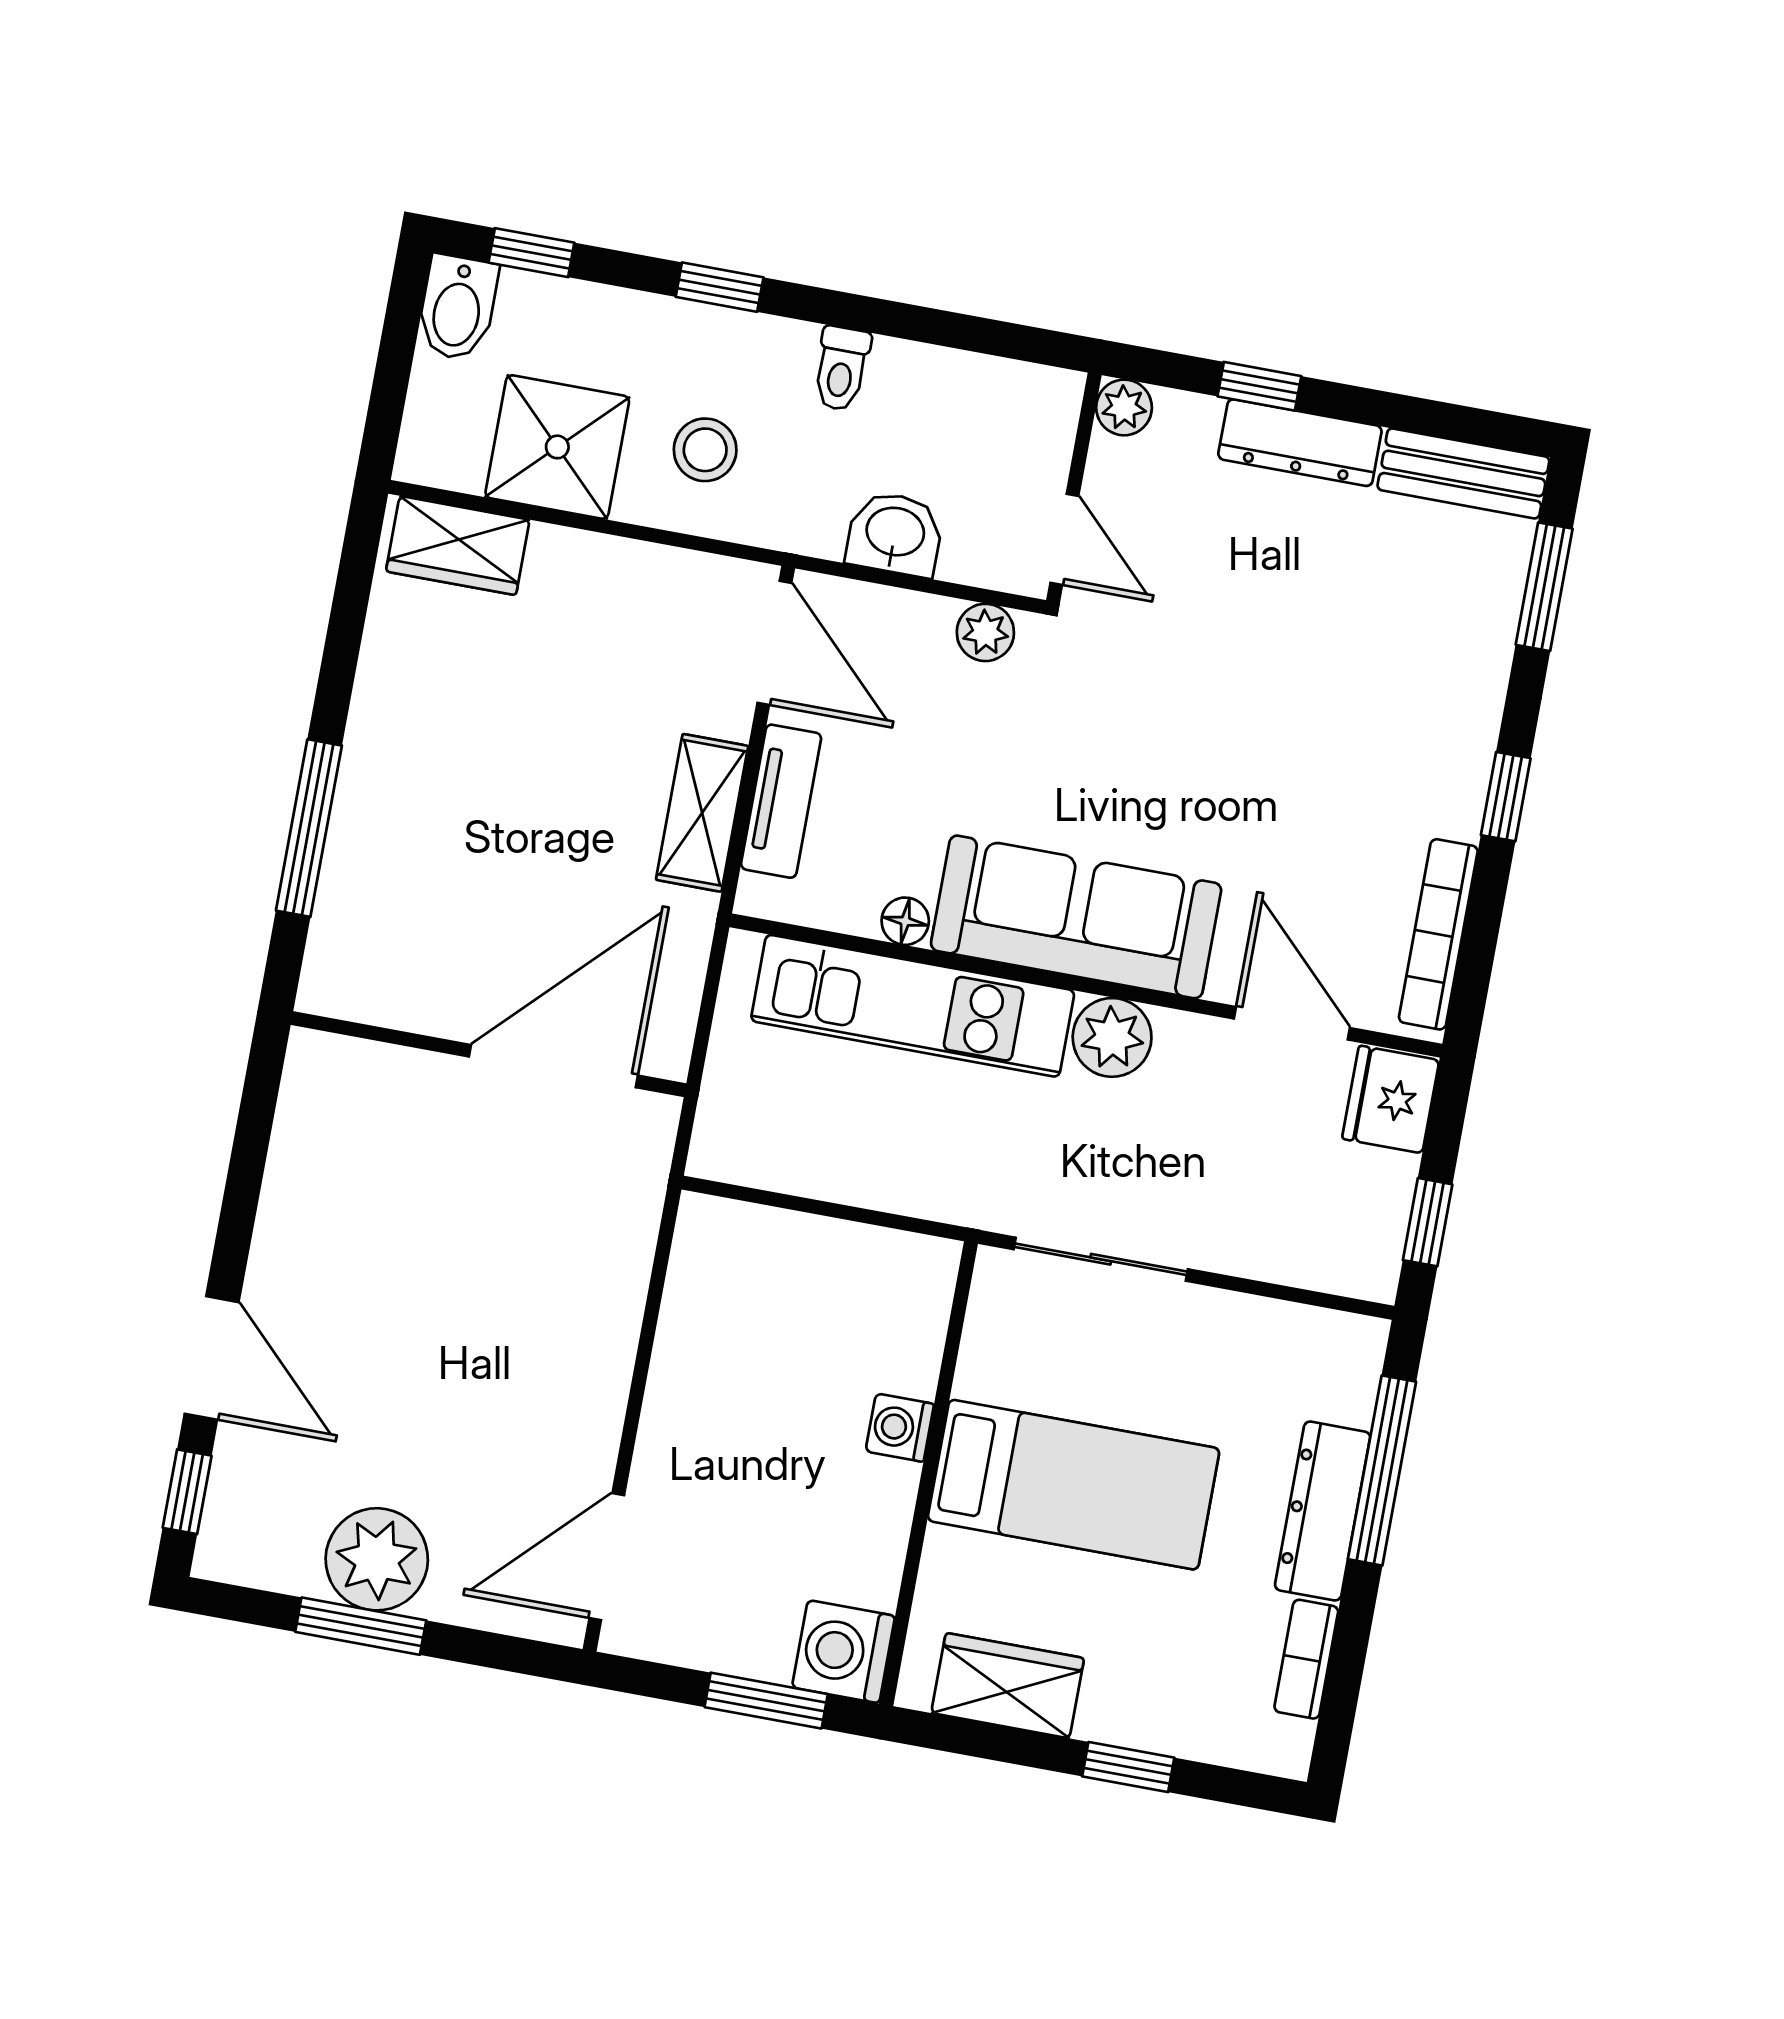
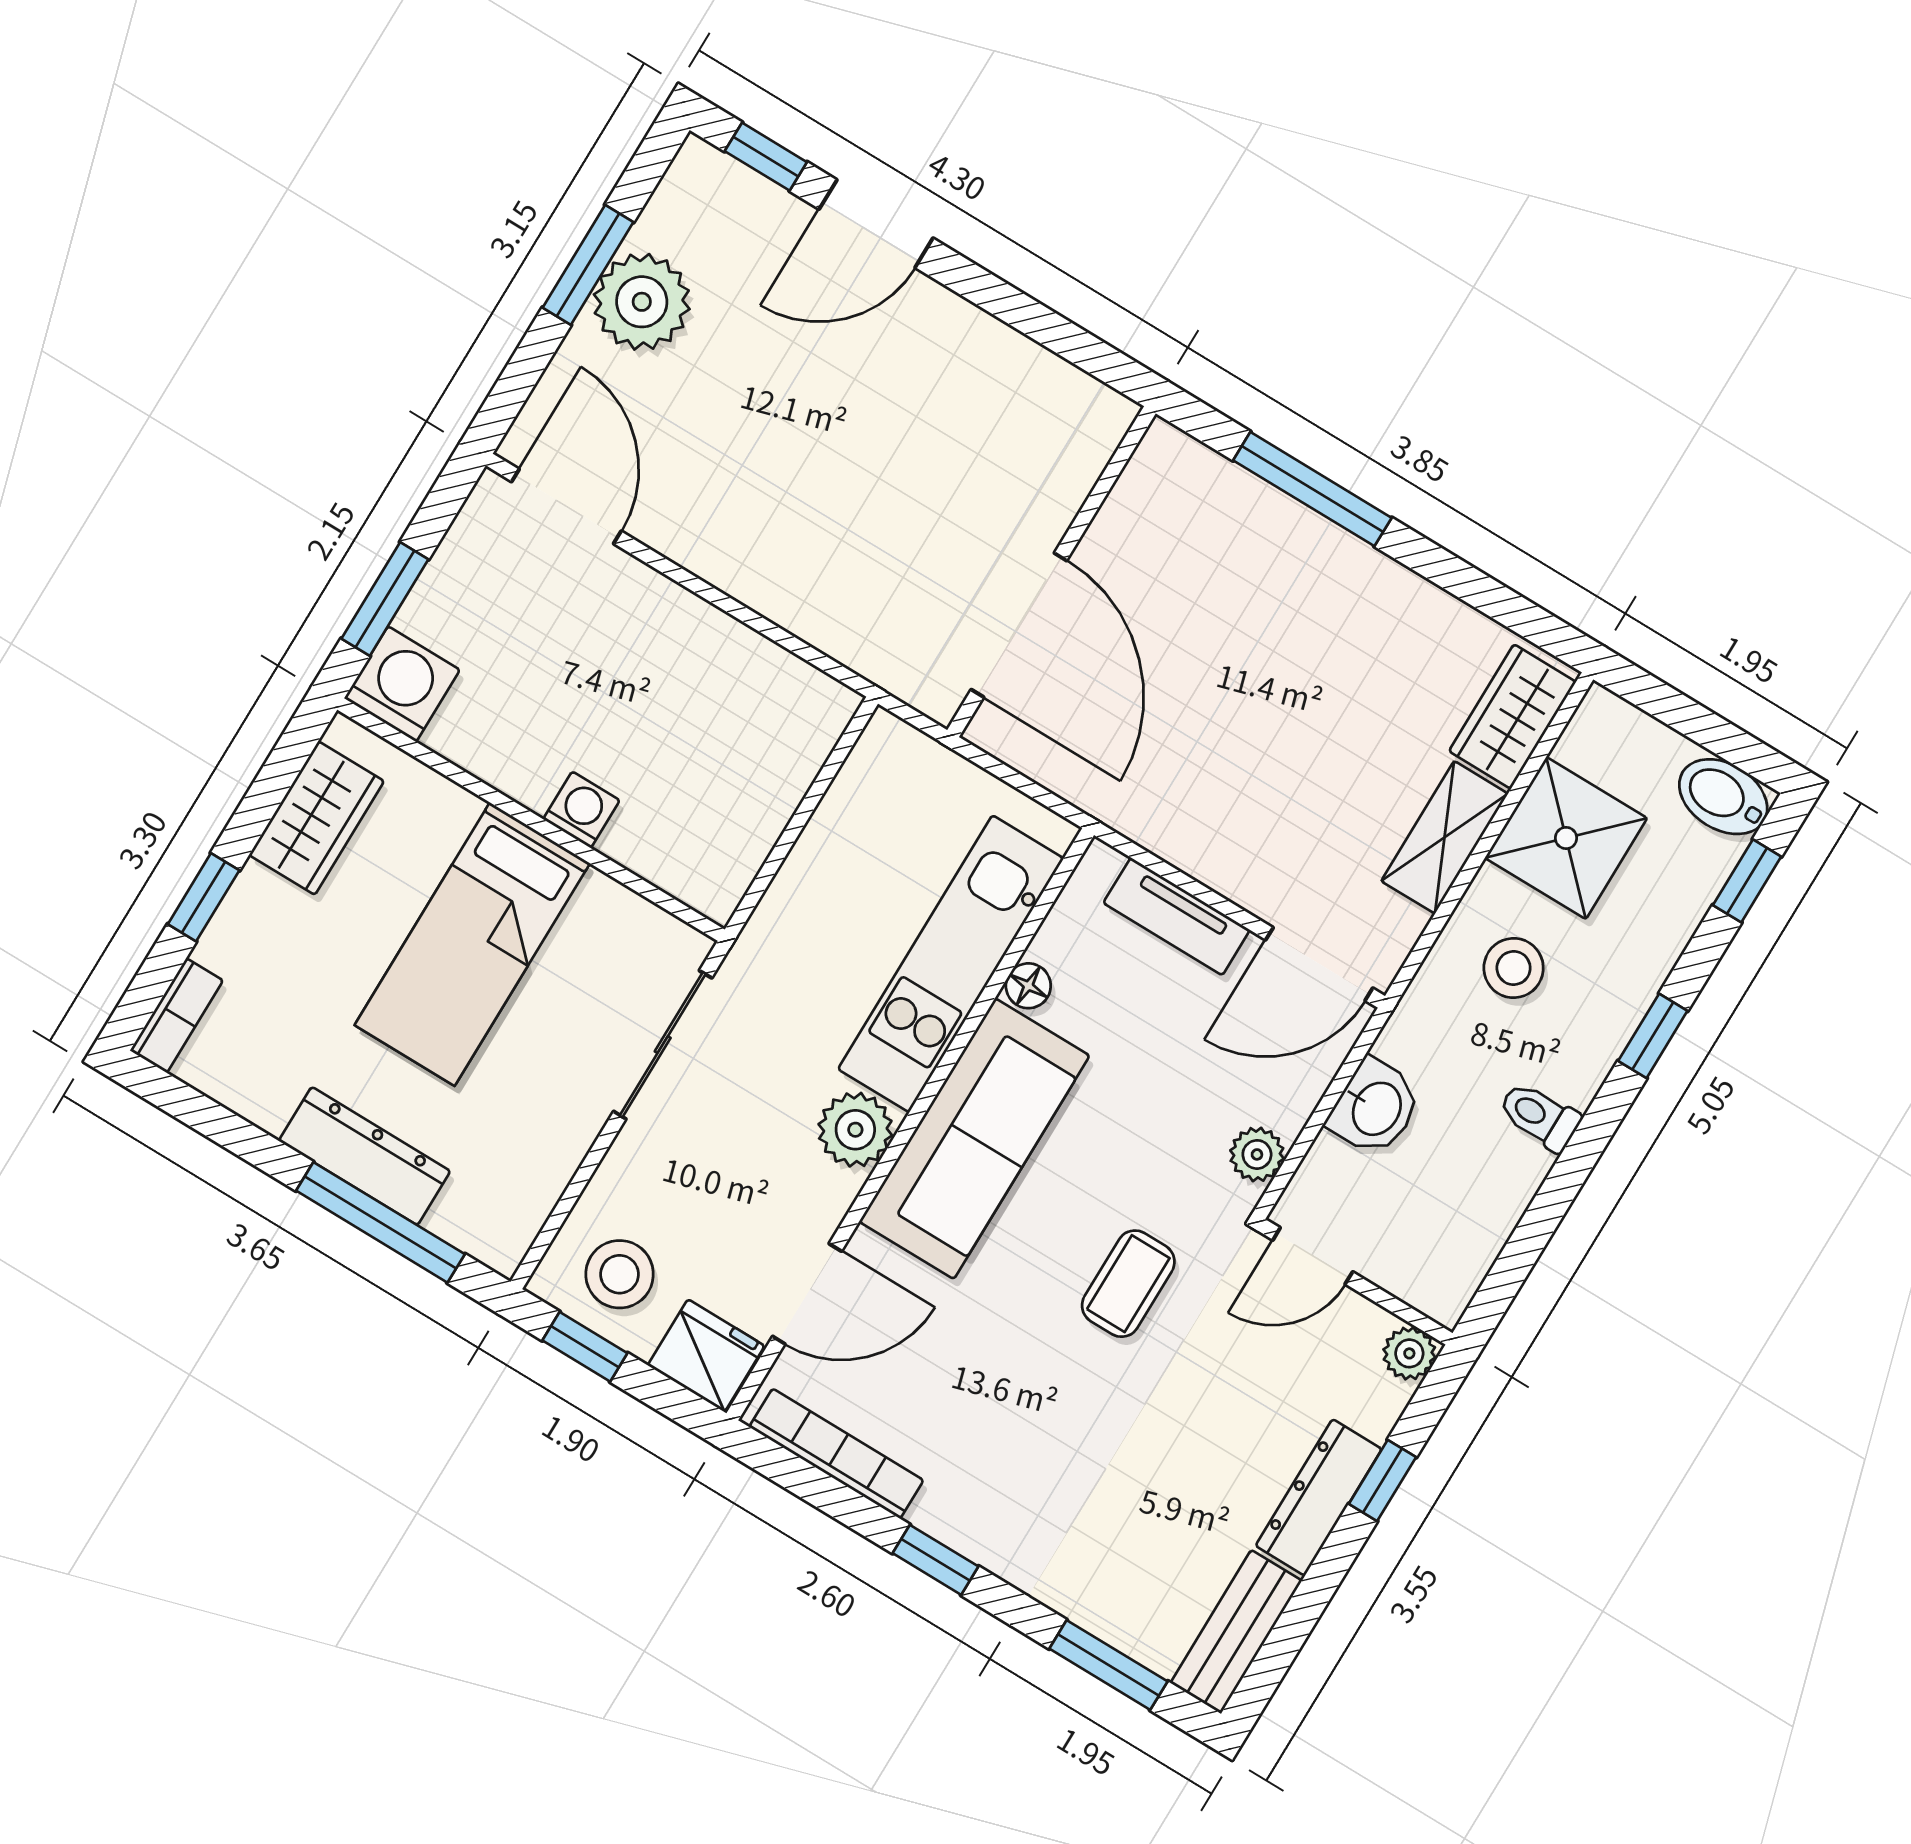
coffee table: (1161, 711) -> (1128, 1284), added
shelving: (702, 813) -> (1445, 837), moved, turned 90
stool: (1343, 1215) -> (620, 1274), added
bookcase: (1306, 1659) -> (177, 1015), moved, turned 90

